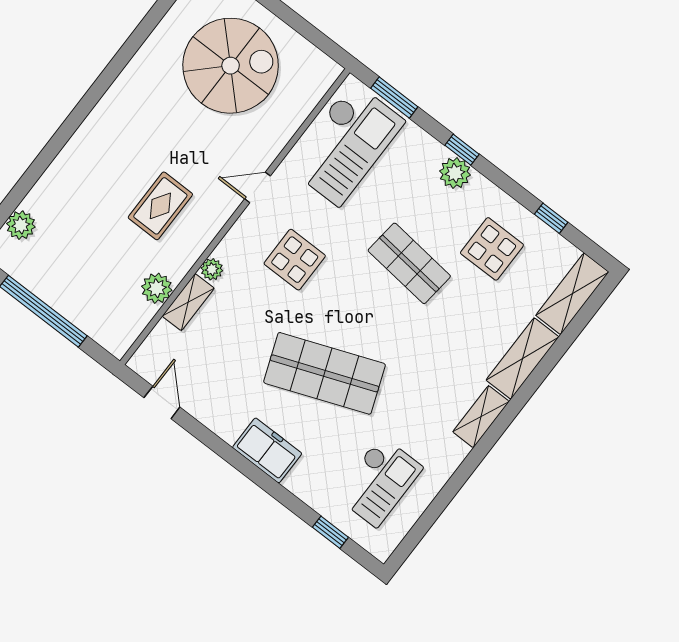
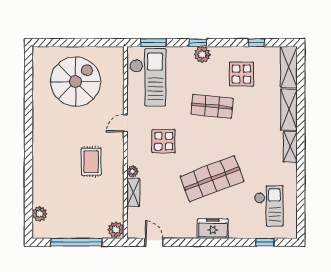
plant: (157, 288) -> (116, 230), moved

